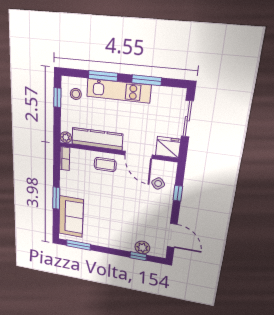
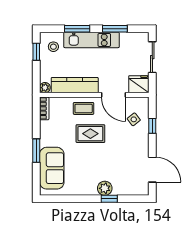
rug: (111, 191) -> (90, 134), added
window: (79, 245) -> (61, 199), removed
plant: (142, 248) -> (105, 188), moved
window: (138, 256) -> (109, 199), moved

